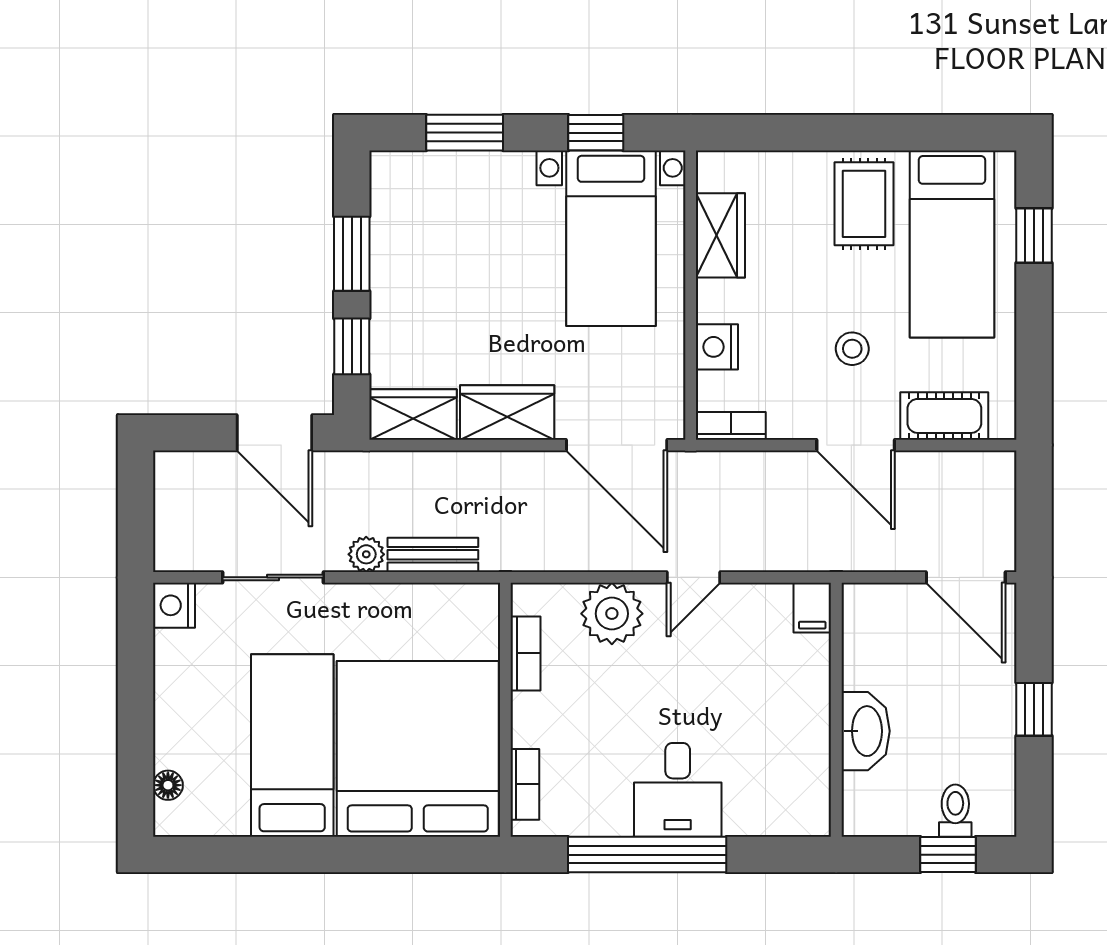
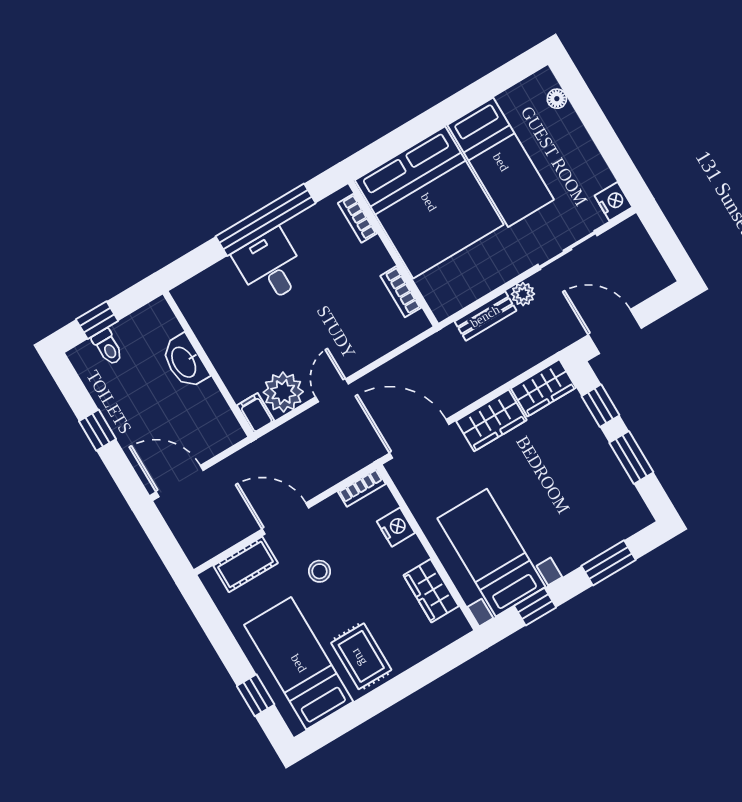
plant: (612, 614) -> (283, 392), moved

